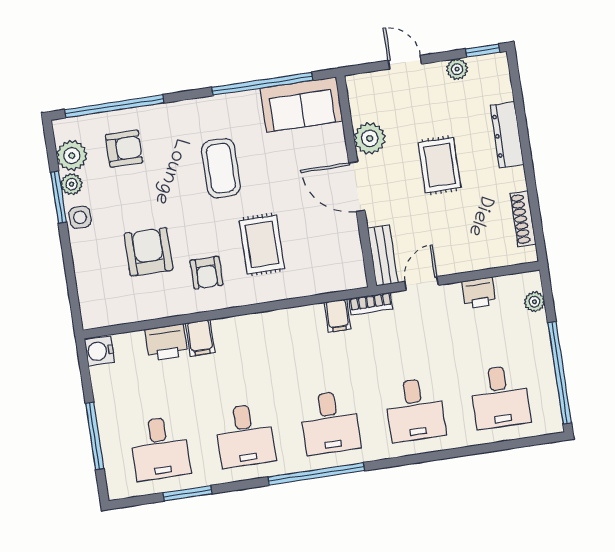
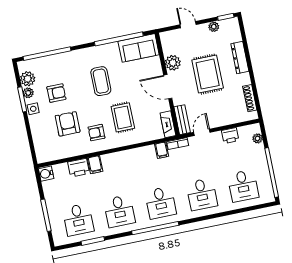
armchair: (124, 149) -> (56, 93), moved
rug: (440, 165) -> (208, 74), width x1.36, depth x1.43
fireplace: (353, 263) -> (168, 124), added
armchair: (206, 273) -> (96, 133), turned 90

